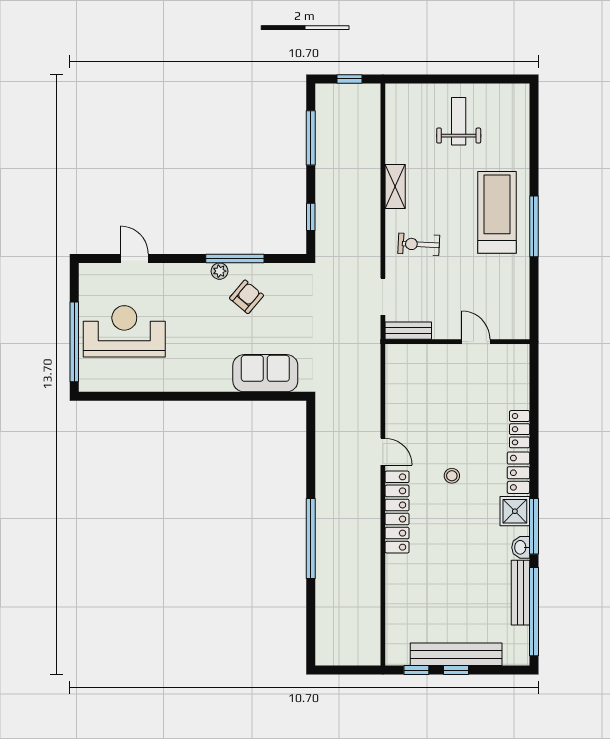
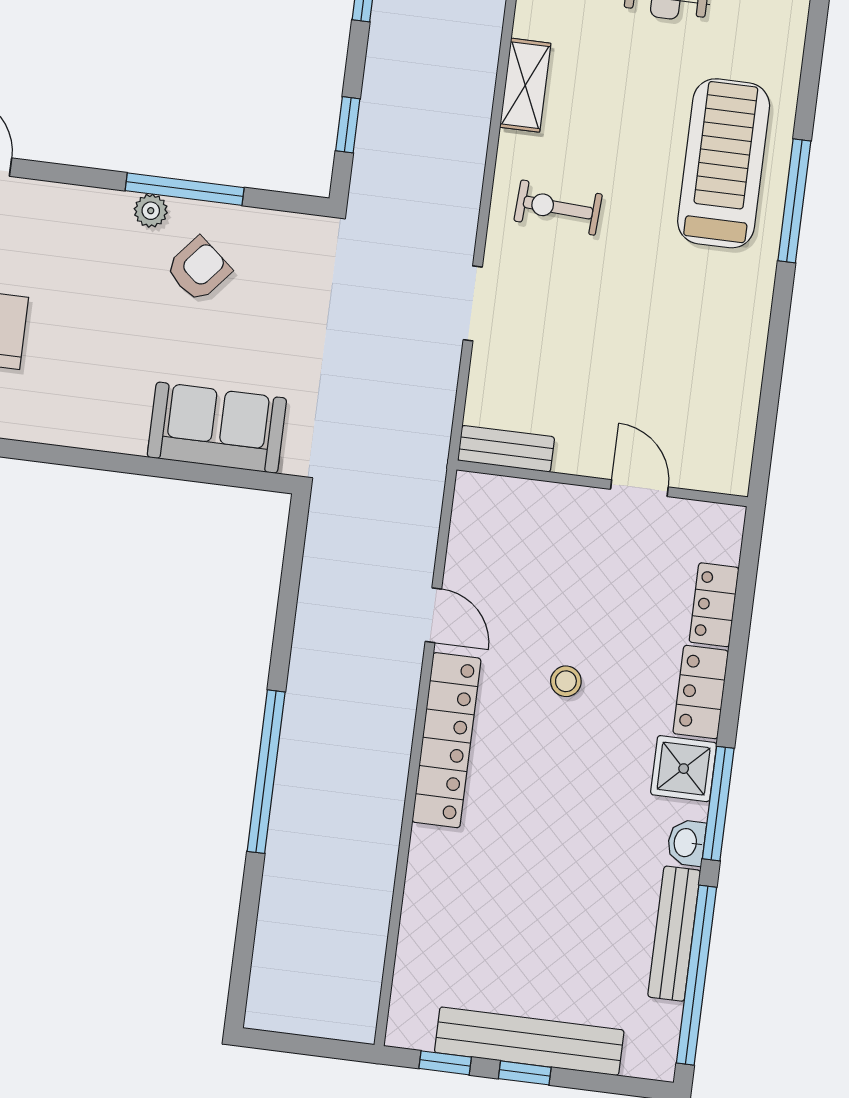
bench: (408, 331) -> (506, 449), moved
wall: (457, 342) -> (602, 483), moved
door: (476, 342) -> (639, 488), moved

